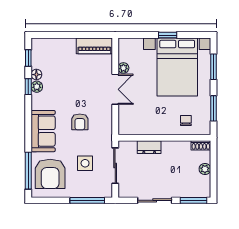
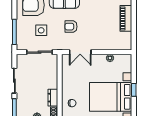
piano: (94, 46) -> (126, 18), moved
double door: (115, 89) -> (80, 52), moved
dresser: (149, 147) -> (53, 98), moved

